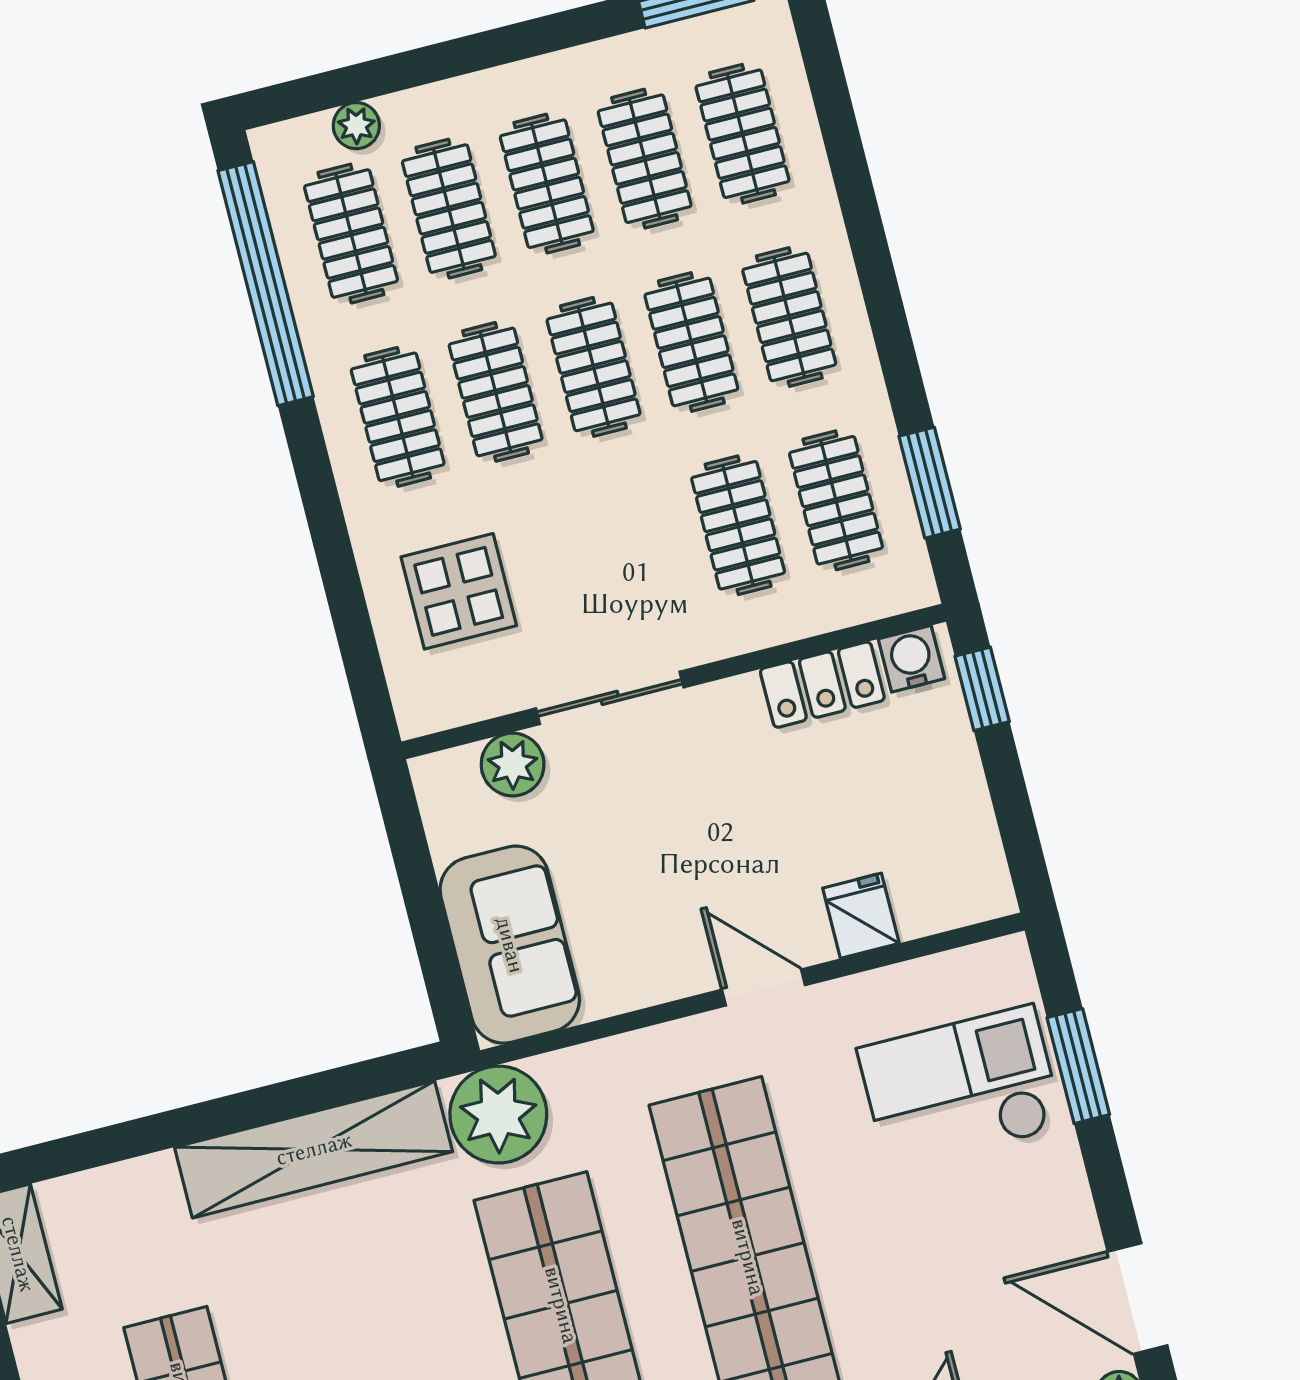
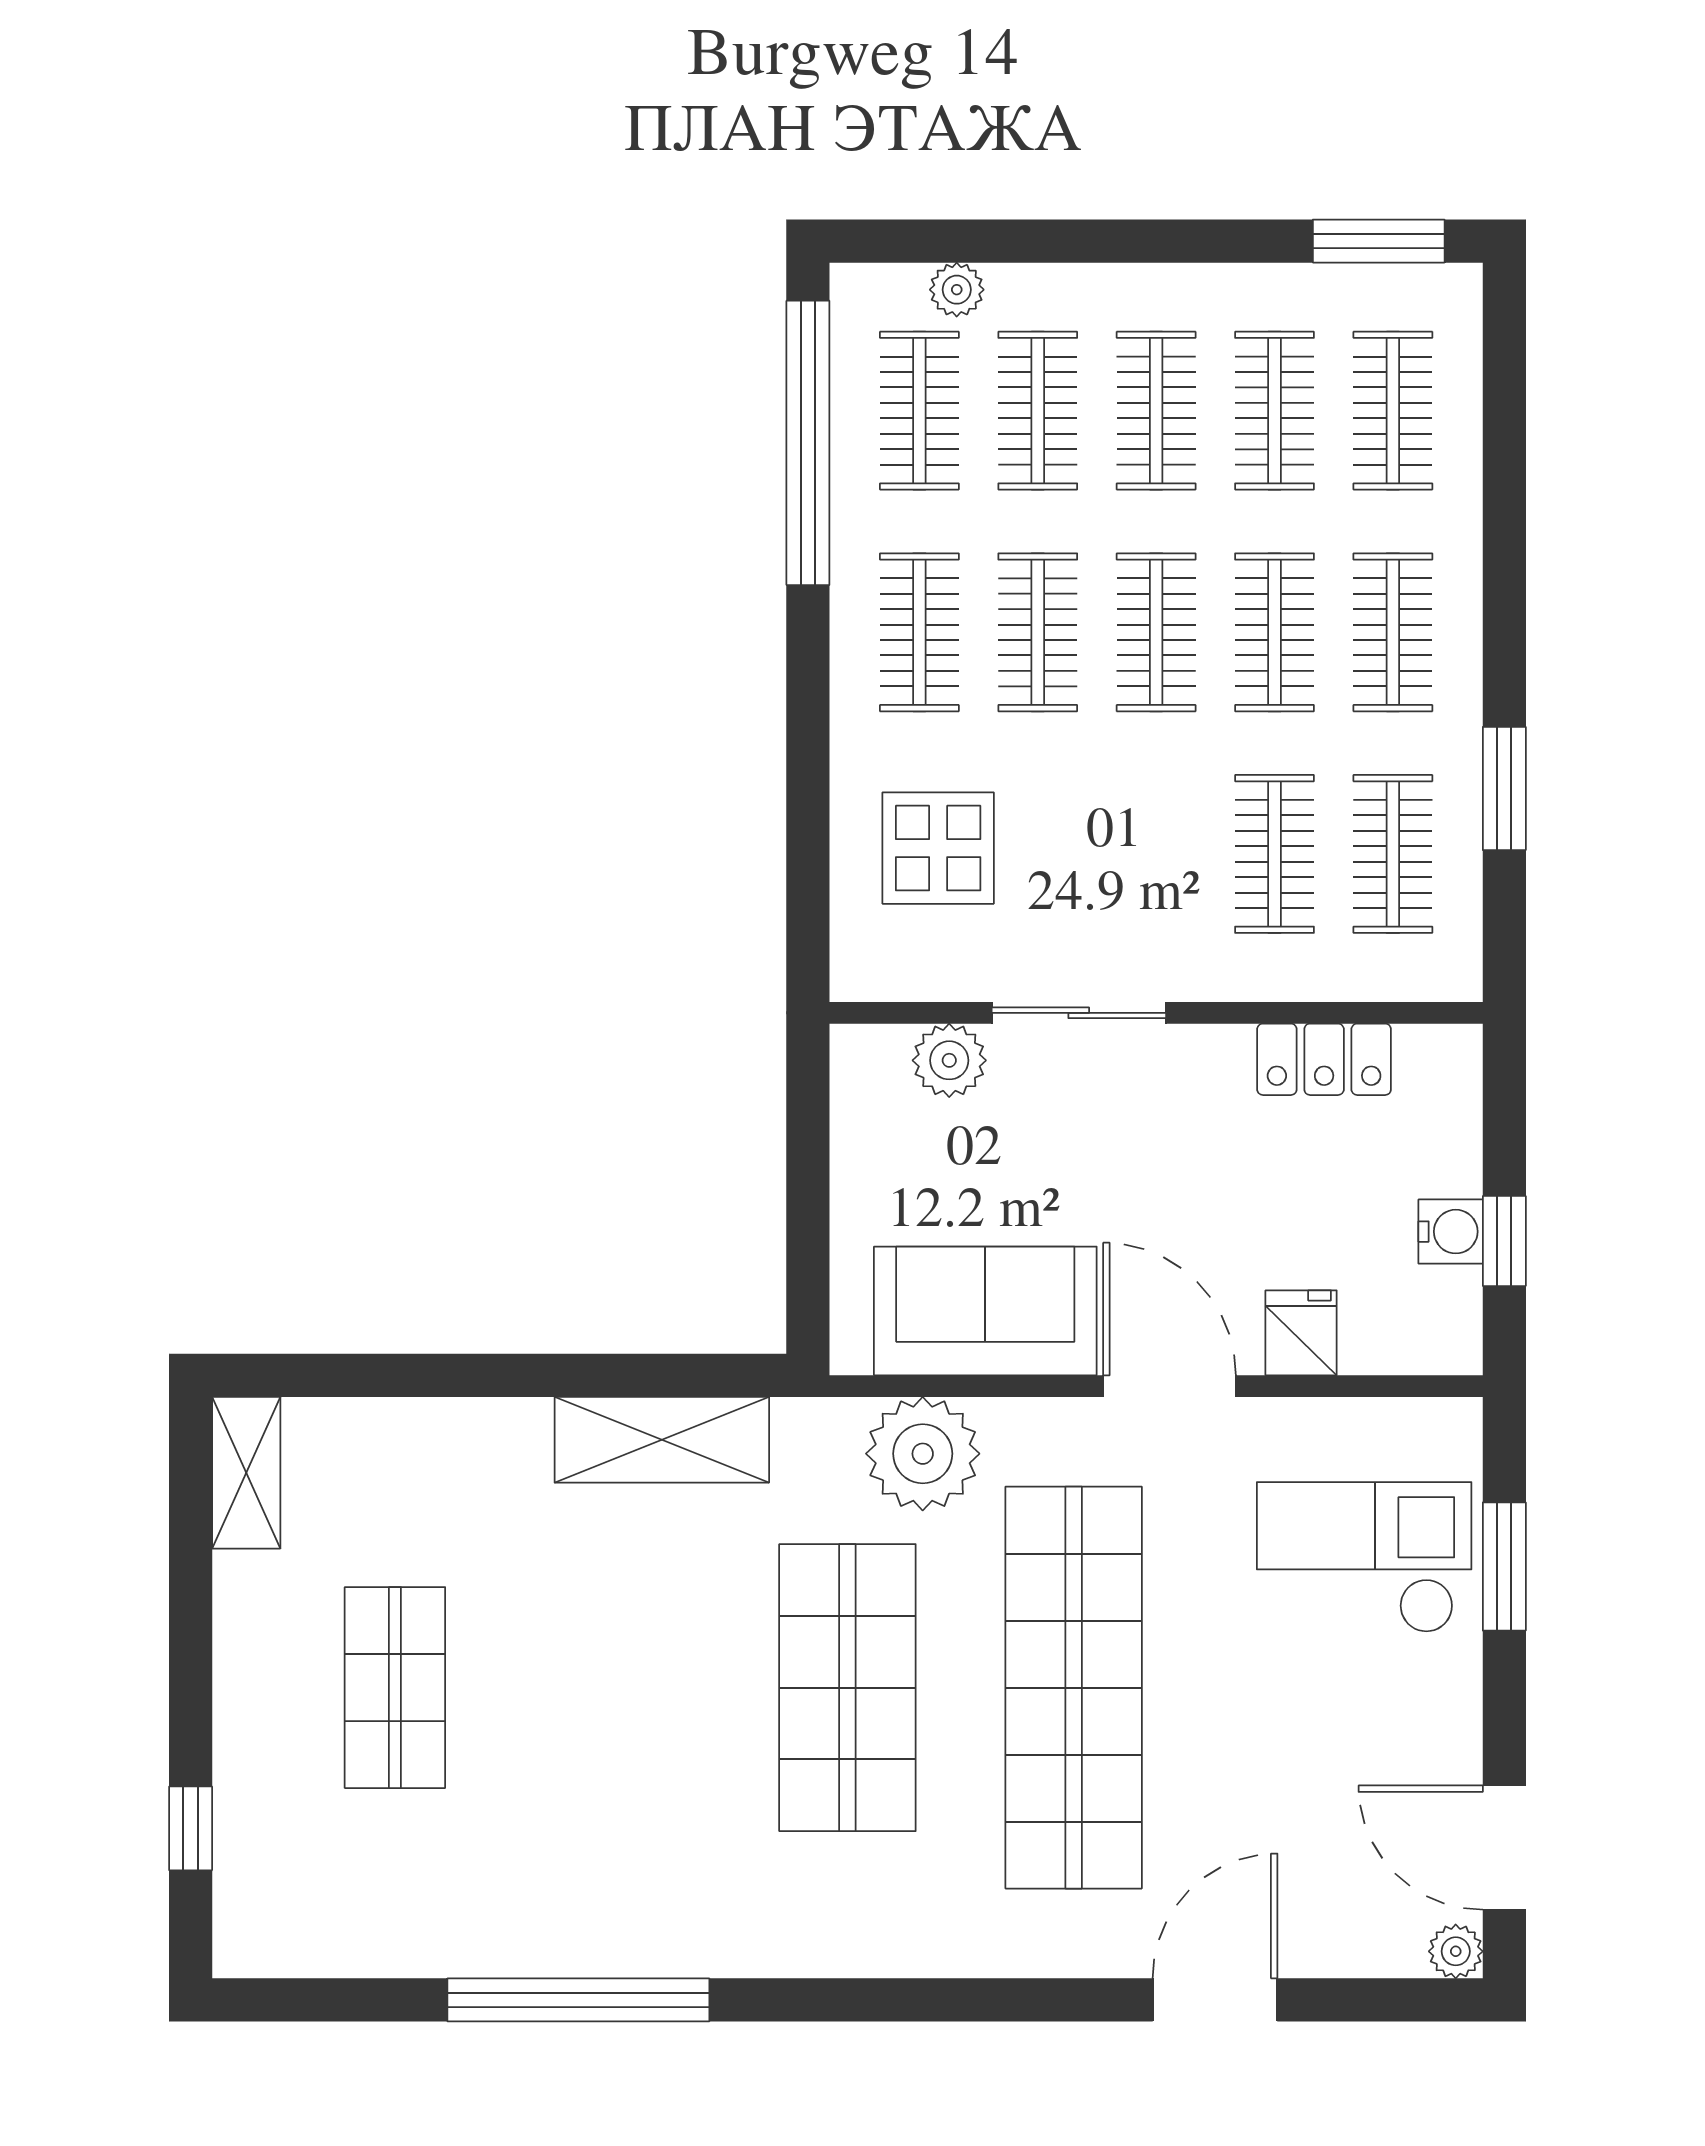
window: (930, 483) -> (1504, 788), moved
water cooler: (911, 659) -> (1451, 1232), moved, turned 90
window: (982, 689) -> (1504, 1241), moved
sofa: (510, 945) -> (985, 1311), moved, turned -90
door: (763, 987) -> (1170, 1386), width x1.38
plant: (498, 1115) -> (923, 1454), moved
shelving: (314, 1149) -> (662, 1440), width x0.68

